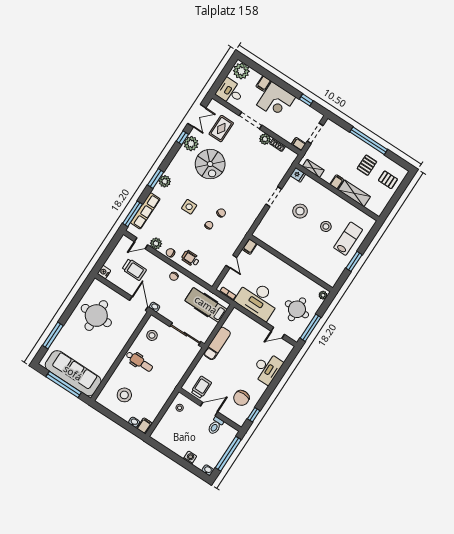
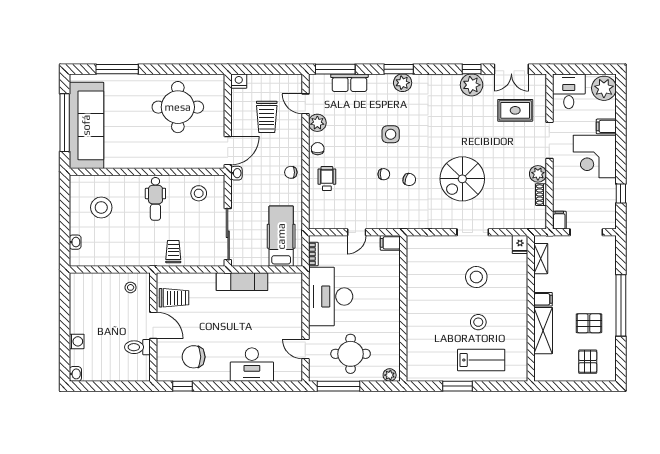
spiral stairs: (210, 164) -> (462, 179), moved
row of seats: (145, 211) -> (349, 83), width x0.68
trolley: (175, 371) -> (173, 252), added
filing cabinet: (144, 426) -> (79, 258), removed
window: (228, 454) -> (113, 386), removed

